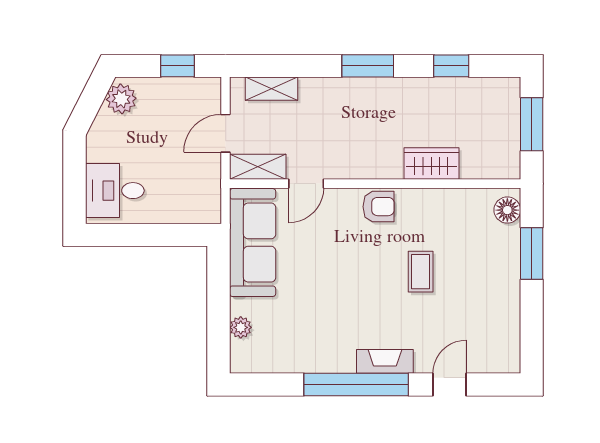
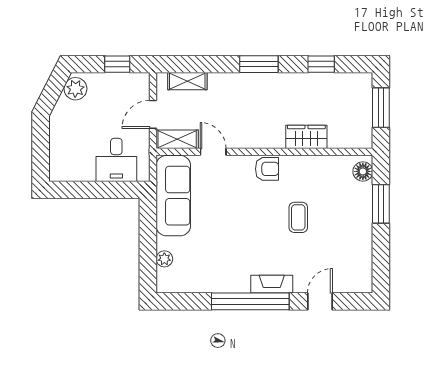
door: (306, 184) -> (213, 152), swing flipped
desk: (115, 191) -> (116, 160), moved, turned -90

